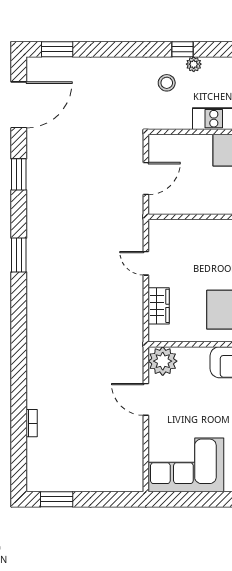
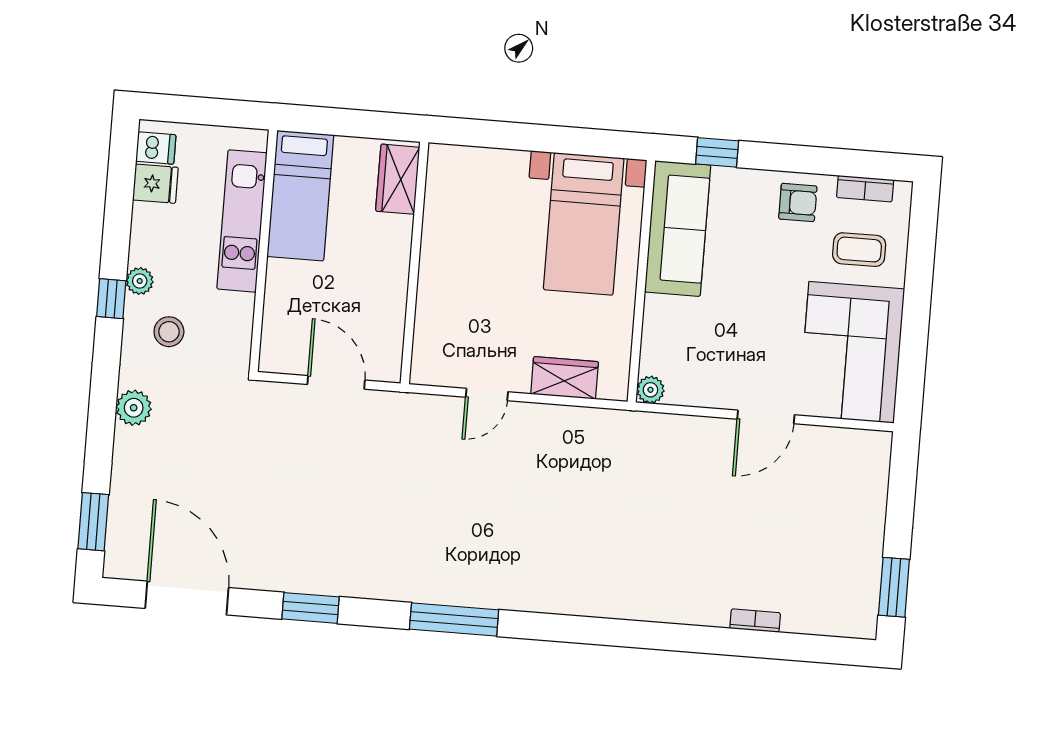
plant: (123, 67) -> (134, 408), added
window: (19, 255) -> (454, 619), width x1.44
plant: (163, 361) -> (650, 390), width x0.53, depth x0.53
door: (146, 399) -> (766, 417), moved

